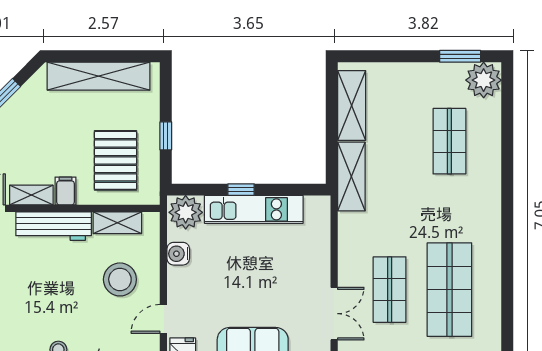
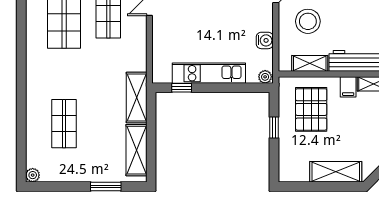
window: (460, 56) -> (106, 186), moved
shelving: (99, 76) -> (336, 172), width x0.68
plant: (484, 80) -> (33, 175), width x0.53, depth x0.53
window: (241, 190) -> (182, 88), moved
plant: (186, 212) -> (265, 77), width x0.53, depth x0.53

